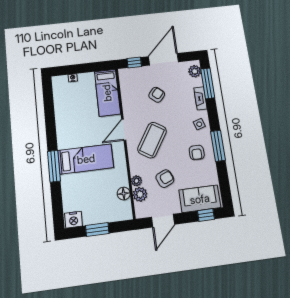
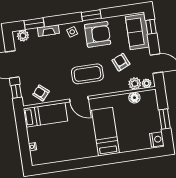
window: (208, 83) -> (34, 24), width x0.69
armchair: (157, 95) -> (41, 93), moved
coffee table: (152, 140) -> (87, 74), turned -32
window: (218, 146) -> (91, 15), width x0.69
armchair: (197, 152) -> (98, 34), width x1.88, depth x1.88
window: (54, 166) -> (112, 159), removed
plant: (137, 181) -> (147, 83), moved

